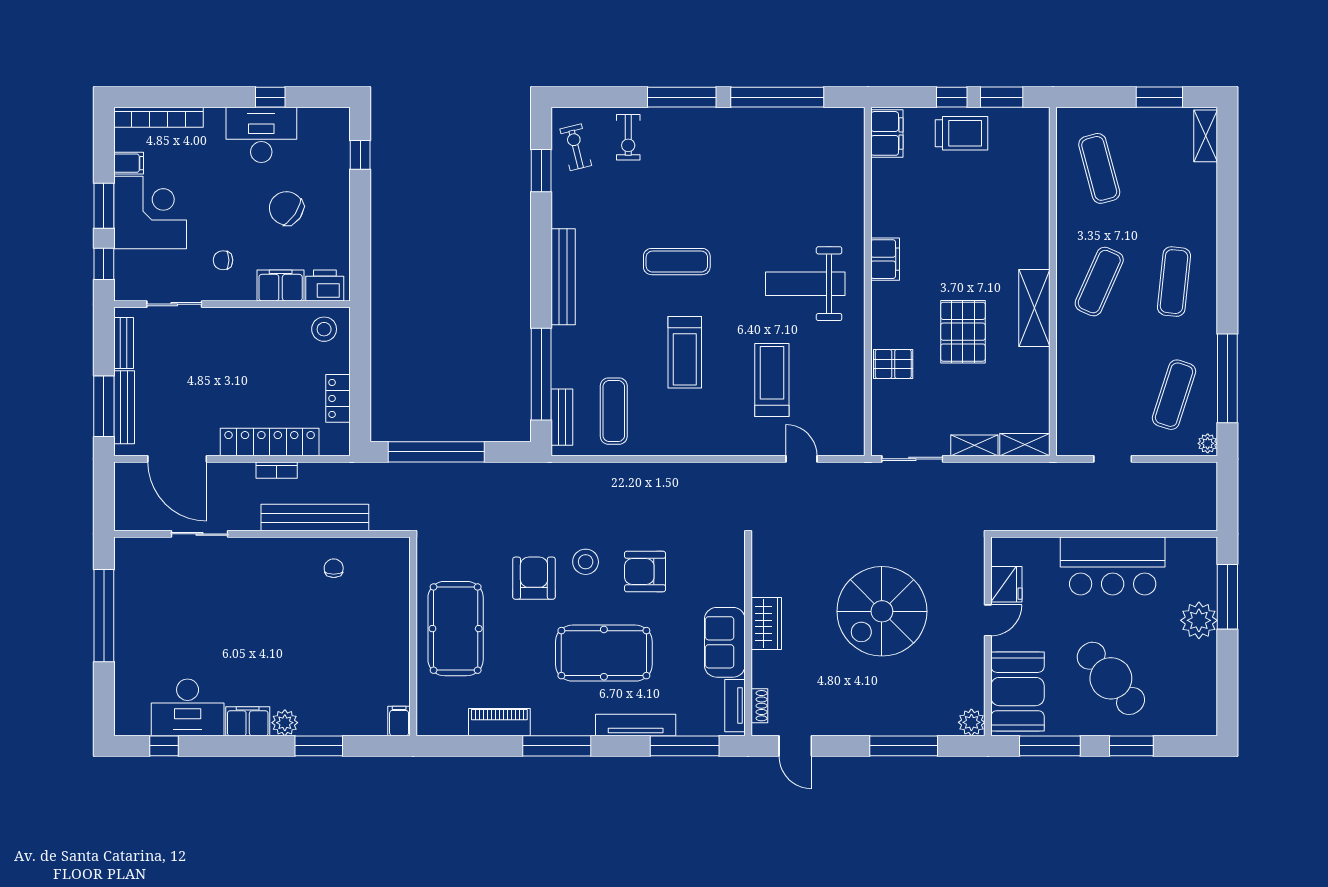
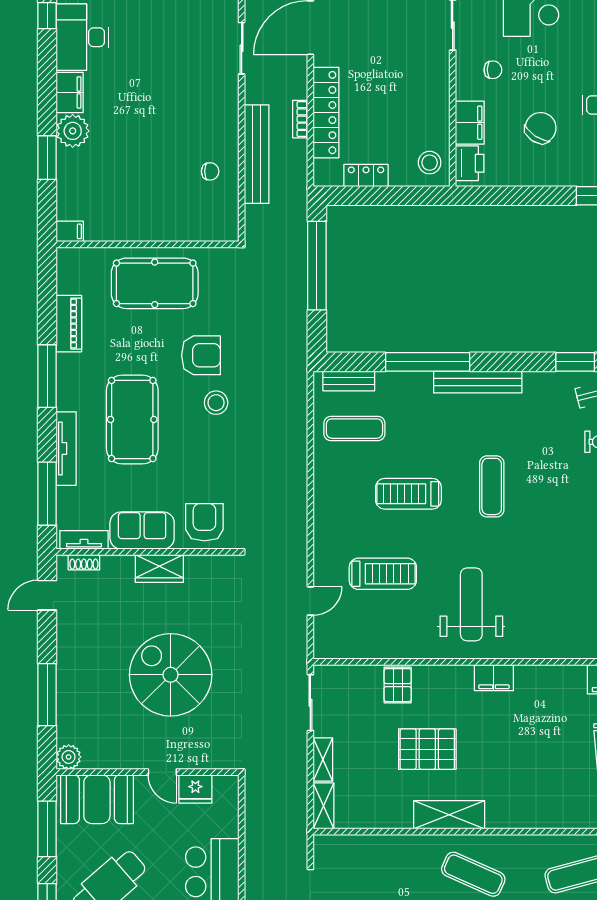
chair: (223, 260) -> (493, 70), turned 90
window: (541, 374) -> (428, 362), moved
armchair: (645, 572) -> (204, 522), moved
plant: (285, 723) -> (73, 131), width x1.36, depth x1.36

